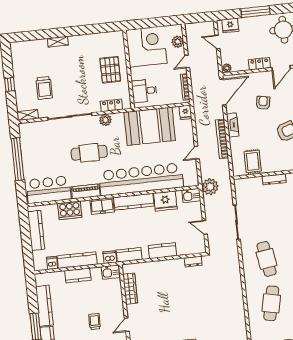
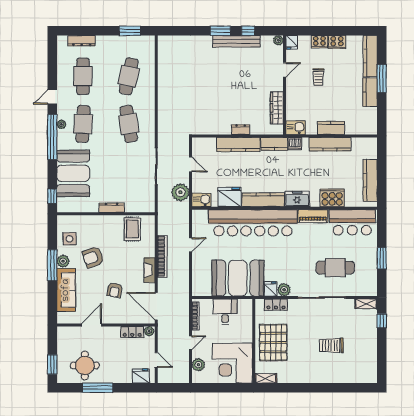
window: (255, 12) -> (97, 388), moved
shelving: (58, 42) -> (266, 378), moved
locker: (259, 64) -> (132, 332), moved
pallet: (110, 70) -> (273, 343), width x1.37, depth x1.41
window: (10, 84) -> (382, 321), moved
trolley: (44, 88) -> (331, 345), moved, turned -90
desk: (144, 91) -> (225, 312), moved, turned -90
door: (223, 92) -> (156, 306), hinge flipped
fridge: (185, 112) -> (271, 289), moved
cafe table: (89, 153) -> (335, 268), moved
window: (18, 159) -> (382, 258), width x0.47
plant: (210, 187) -> (180, 192), moved
kitchen counter: (162, 251) -> (238, 145), width x1.50
dresser: (193, 262) -> (241, 130), moved
dishwasher: (52, 263) -> (357, 144), removed
kitchen counter: (44, 306) -> (370, 92), width x0.67

